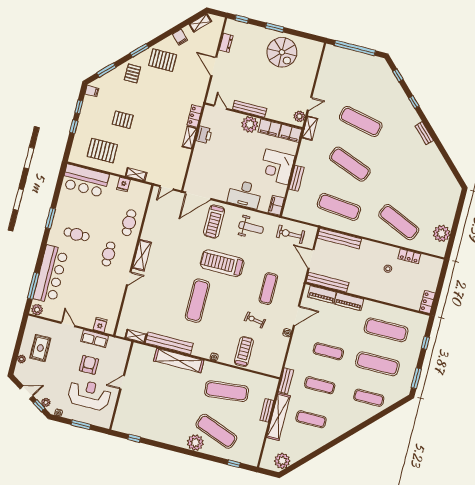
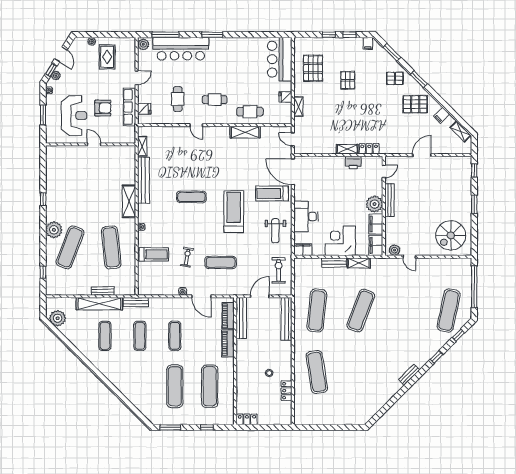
dresser: (226, 43) -> (447, 161), removed
spiral stairs: (282, 52) -> (451, 235), moved
pallet: (163, 60) -> (415, 104), turned 90
exercise mat: (361, 121) -> (449, 311), moved
shelving: (310, 128) -> (359, 263), moved
window: (50, 218) -> (212, 35), moved
exercise mat: (399, 222) -> (317, 372), turned -33
plant: (442, 233) -> (317, 416), removed
cafe table: (77, 234) -> (178, 99), moved
shelving: (142, 255) -> (245, 132), moved
exercise mat: (197, 301) -> (191, 197), width x0.73, depth x0.69
row of seats: (95, 339) -> (129, 107), width x1.48
rug: (40, 348) -> (107, 57), turned 90
shelving: (179, 361) -> (129, 201), width x0.68
exercise mat: (369, 398) -> (140, 386), removed
window: (134, 438) -> (43, 199), moved

